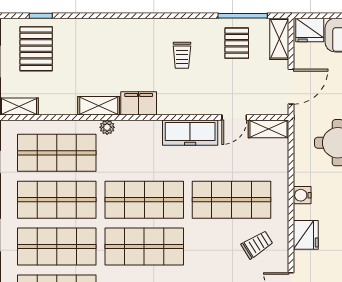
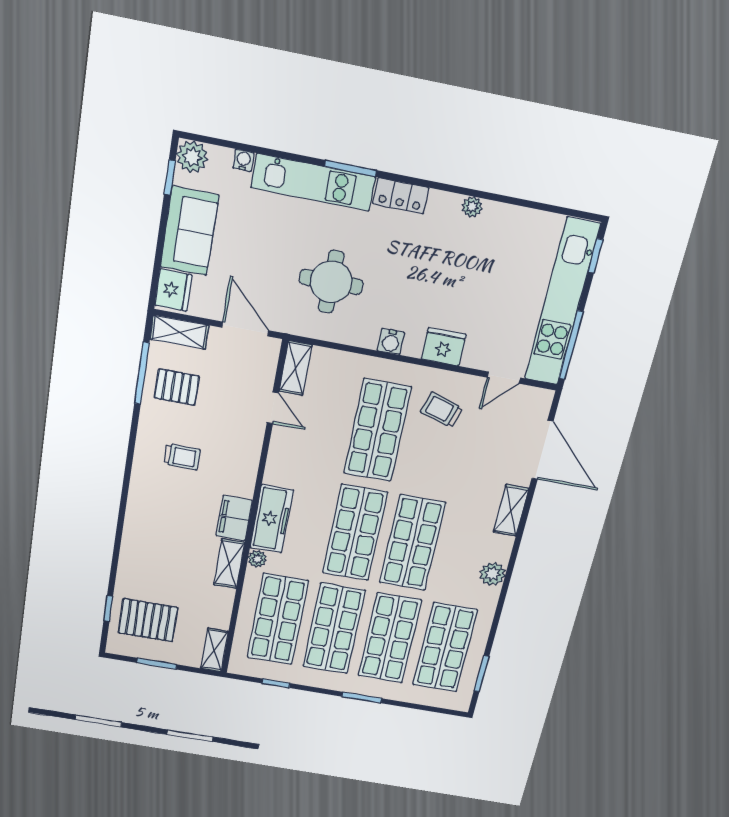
freezer: (190, 133) -> (272, 519), moved
trolley: (257, 245) -> (442, 410), turned -41

